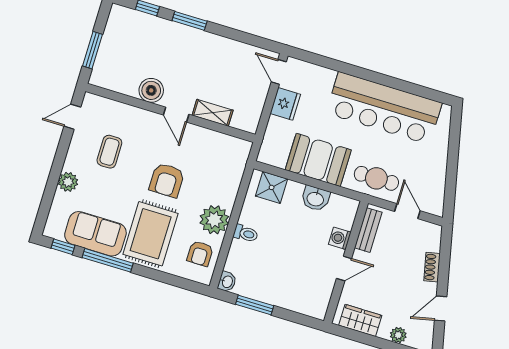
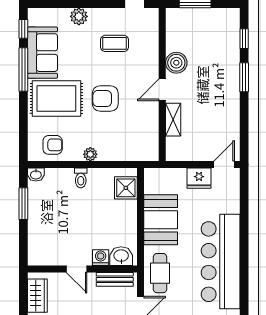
washbasin: (315, 199) -> (121, 256), moved, turned 90
plant: (214, 220) -> (90, 154), width x0.53, depth x0.53
armchair: (200, 253) -> (53, 145), turned 180

